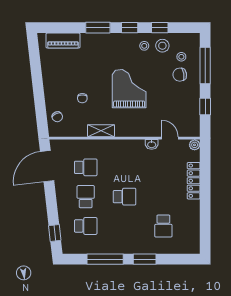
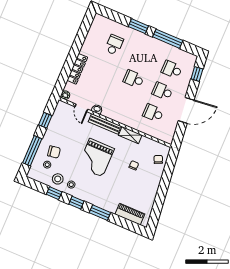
bench: (136, 131) -> (105, 124), added
door: (47, 166) -> (186, 110), moved
school desk: (86, 197) -> (162, 91), turned 90

